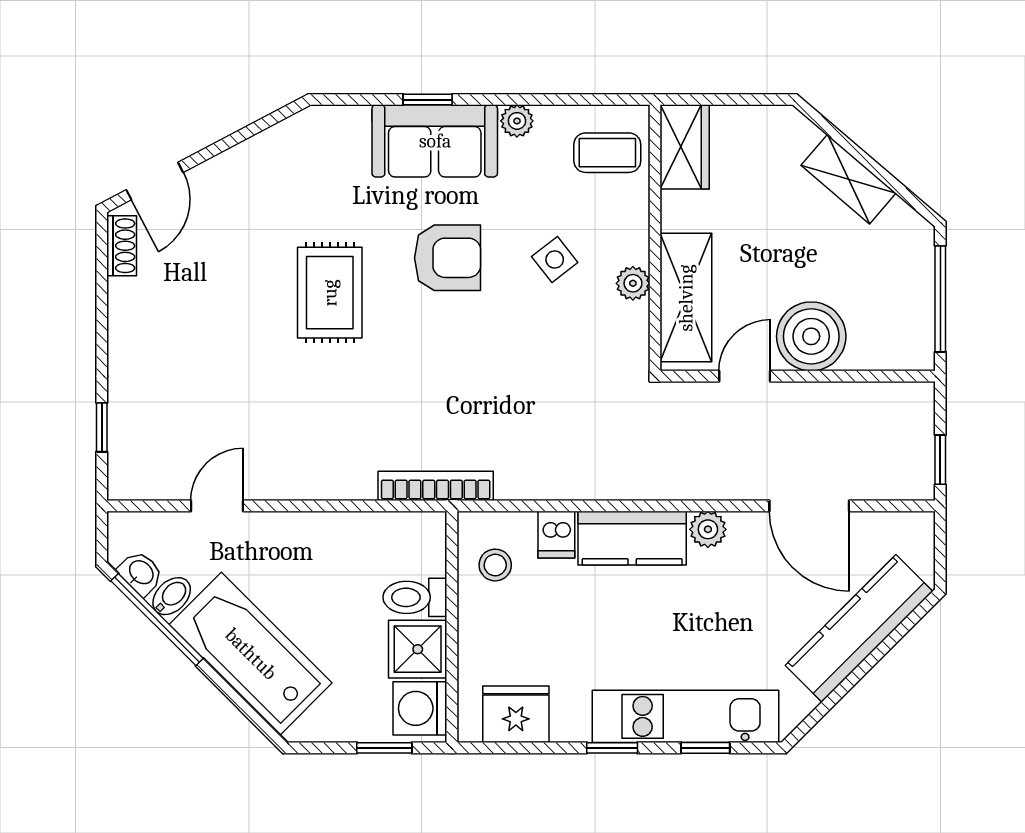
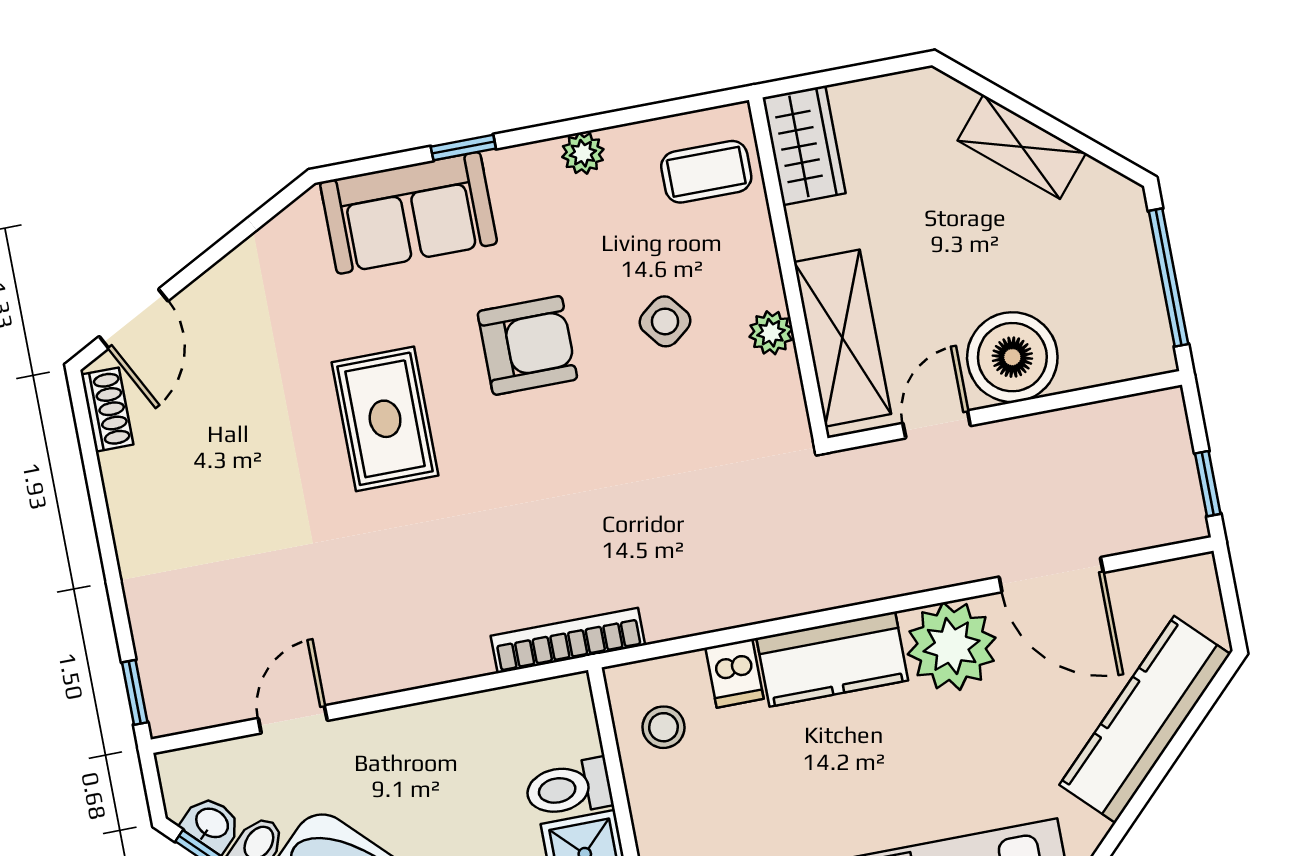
sofa: (435, 141) -> (409, 213), moved
window: (102, 427) -> (135, 692), moved
plant: (708, 529) -> (952, 646), width x1.87, depth x1.87

